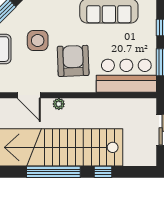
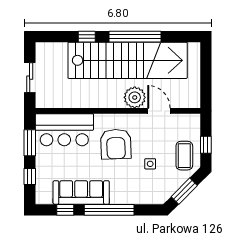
side table: (38, 41) -> (150, 164), width x0.54, depth x0.54
plant: (59, 104) -> (135, 97), width x1.87, depth x1.87

